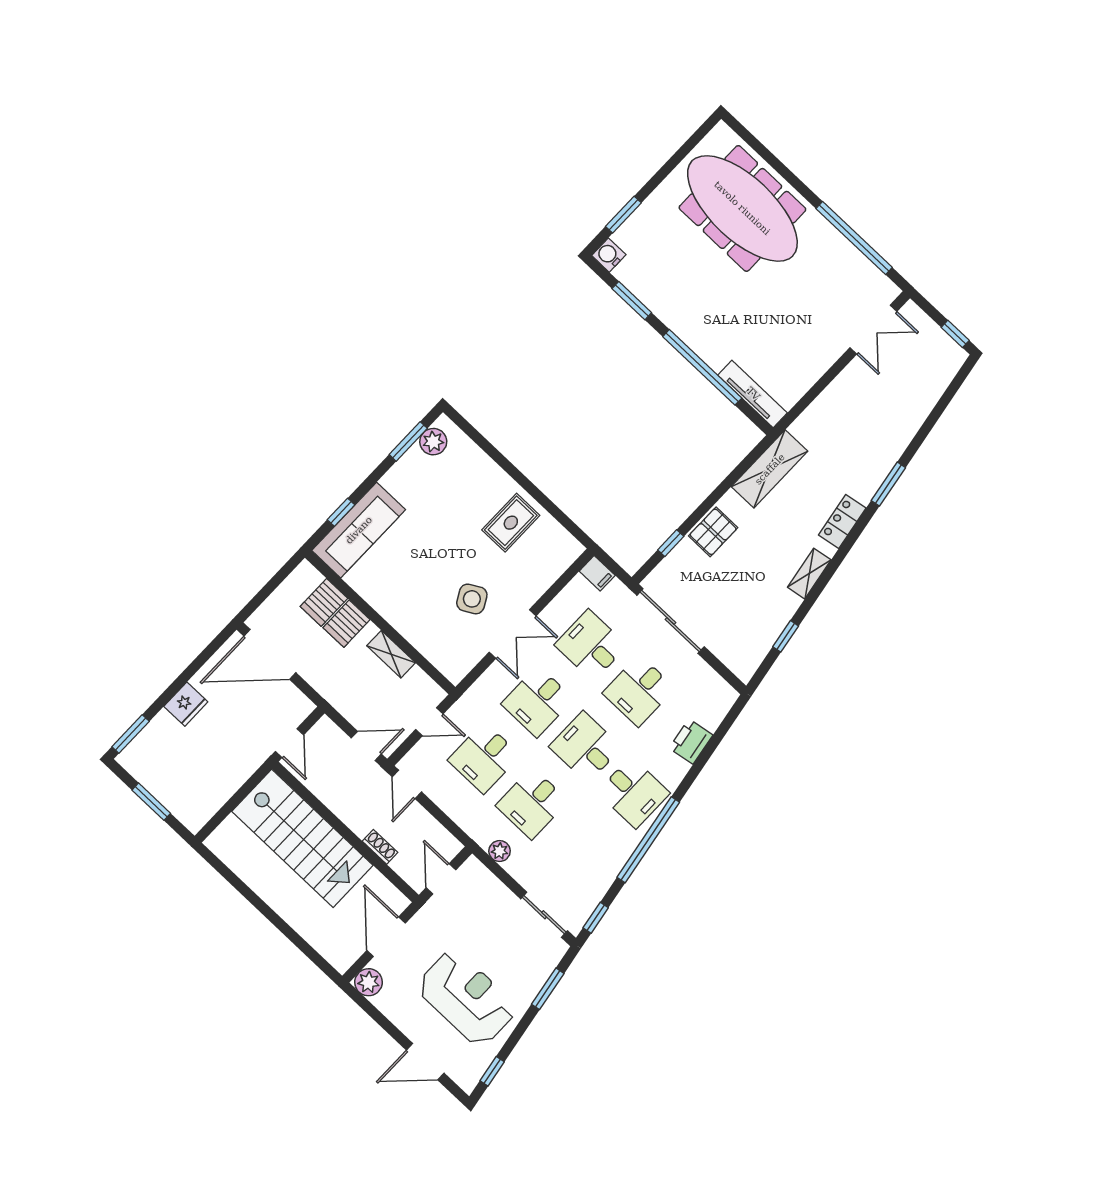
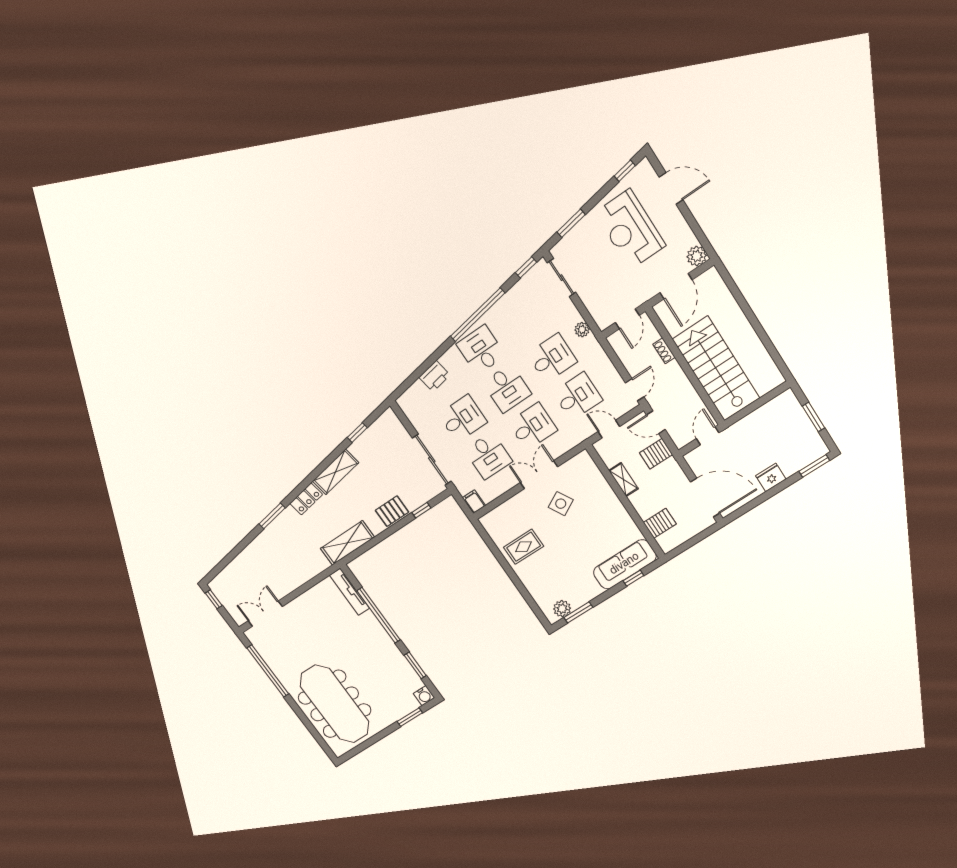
shelving: (809, 574) -> (336, 472), width x1.50, depth x1.33
server rack: (347, 624) -> (656, 454), moved, turned 180

